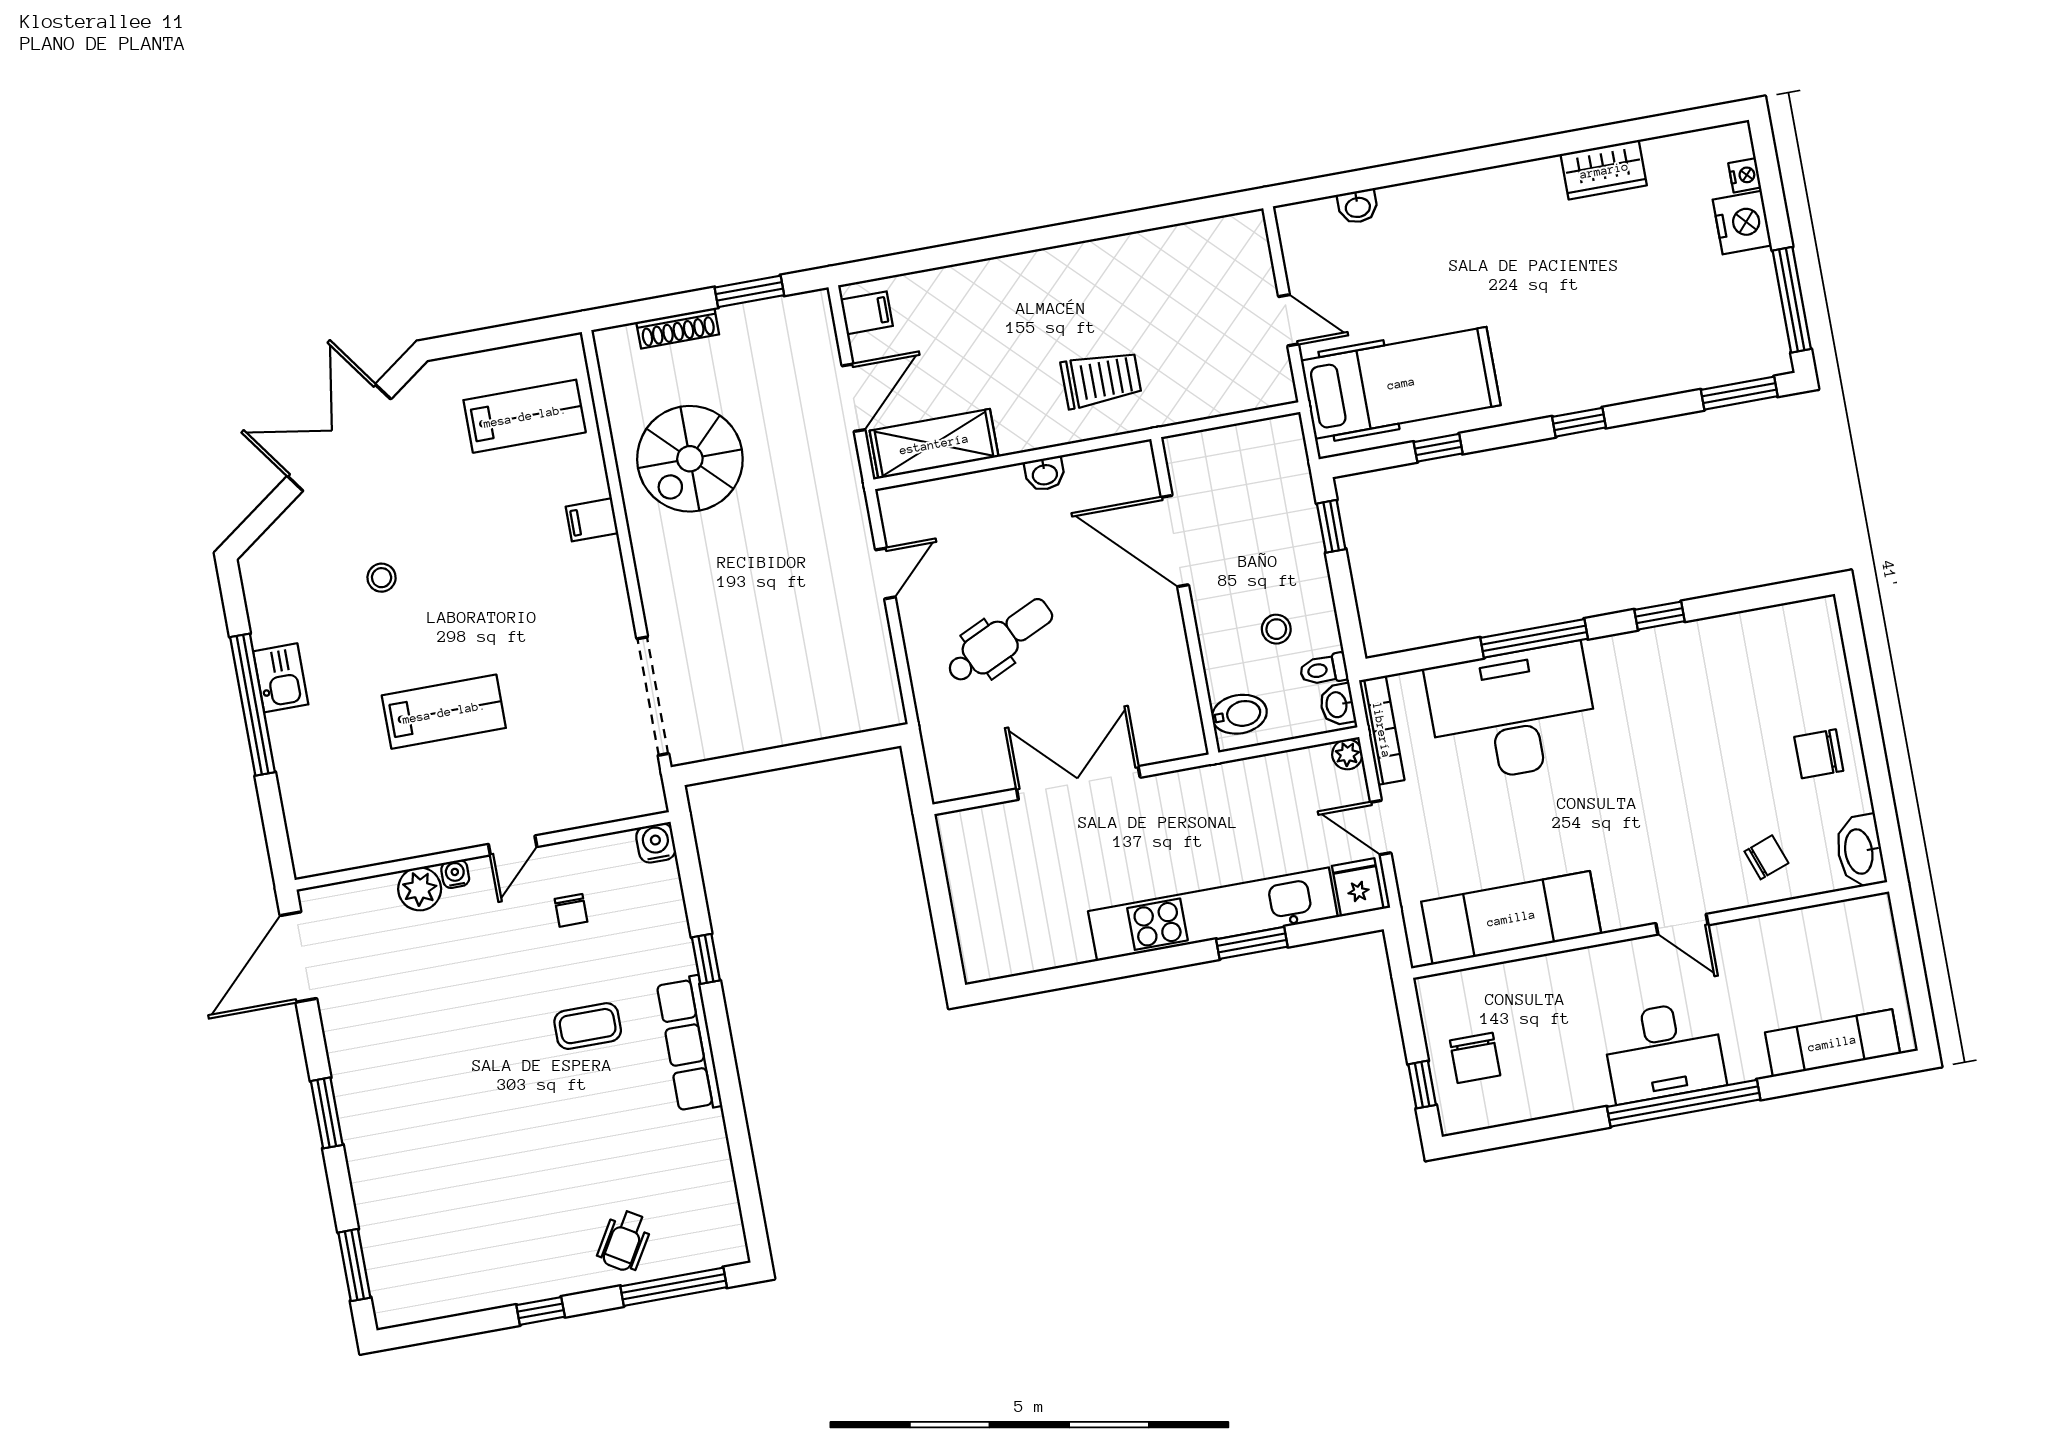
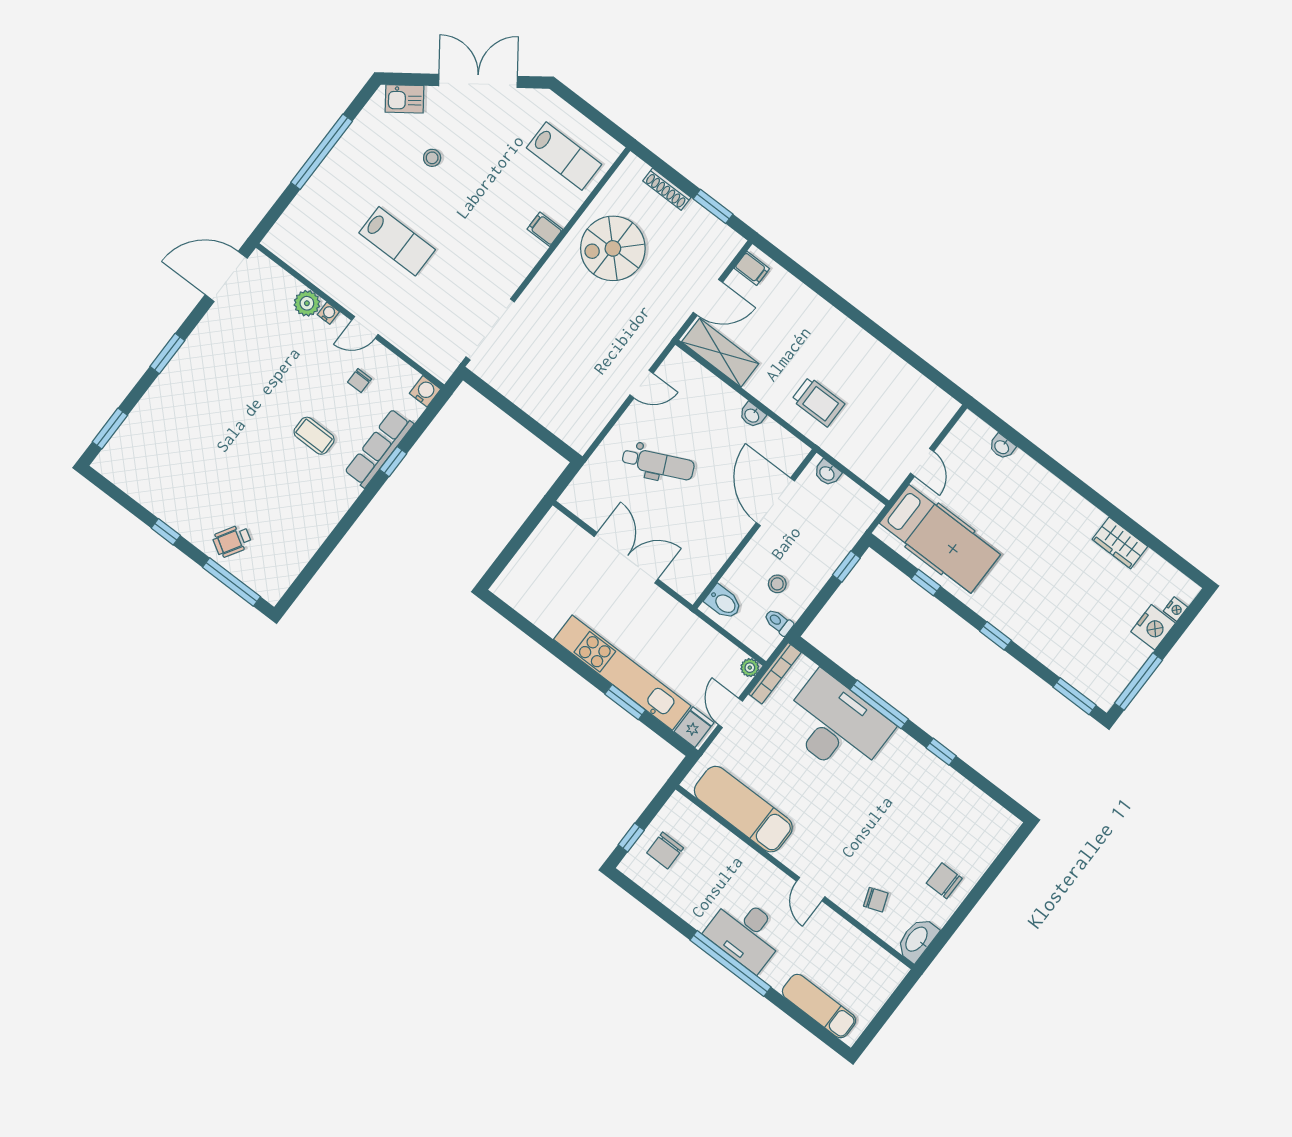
kitchen sink: (281, 678) -> (404, 99), moved, turned 54
washbasin: (1337, 705) -> (827, 473), moved, turned -90
row of seats: (689, 1044) -> (379, 448), moved

